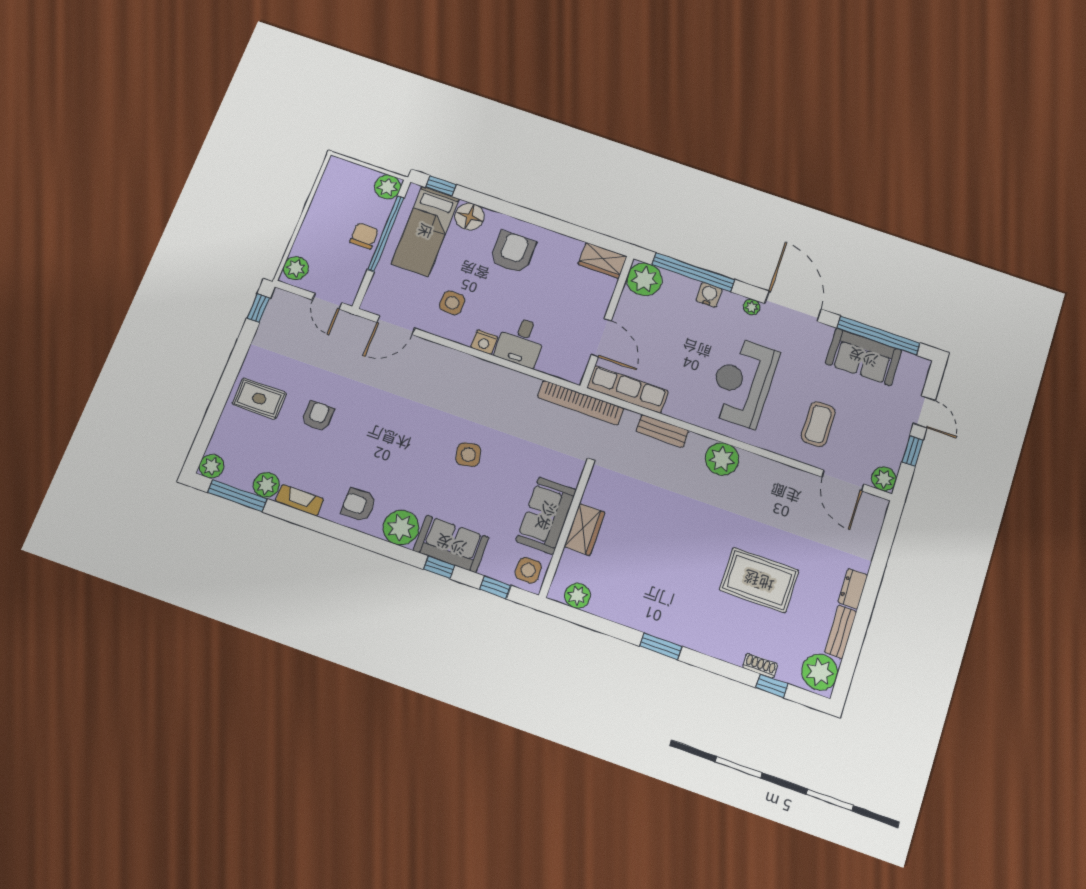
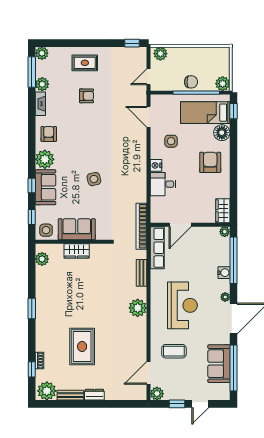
armchair: (513, 252) -> (210, 162), turned -90
plant: (644, 279) -> (225, 232), width x0.53, depth x0.53
reception desk: (743, 382) -> (182, 305), turned 90
rug: (259, 399) -> (85, 63), turned 90

